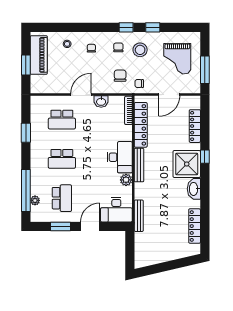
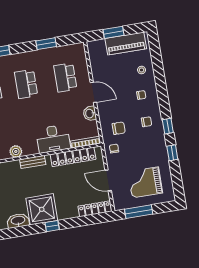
stool: (140, 50) -> (148, 144), removed
locker: (195, 126) -> (95, 209), moved
desk: (120, 157) -> (53, 139), moved
bench: (139, 165) -> (33, 162), width x0.73

